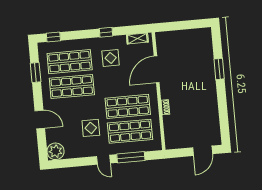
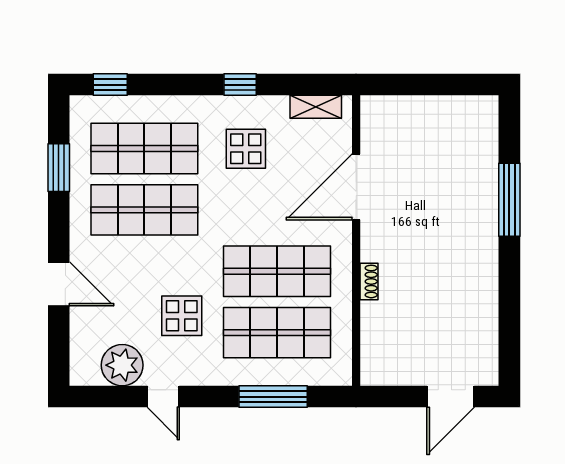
window: (219, 69) -> (509, 200), width x1.44
plant: (56, 151) -> (122, 365), moved
door: (103, 160) -> (163, 397), moved

